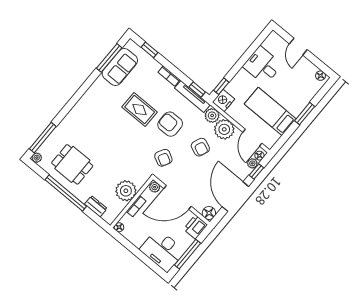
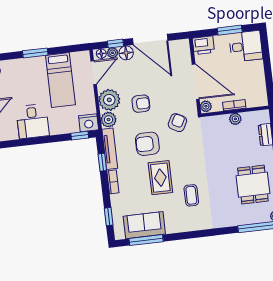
window: (197, 89) -> (102, 162), moved
coffee table: (107, 117) -> (191, 195), added
armchair: (170, 124) -> (147, 144), turned 90
armchair: (200, 147) -> (141, 104), turned 67
plant: (126, 191) -> (235, 119), width x0.53, depth x0.53
door: (235, 197) -> (150, 39), hinge flipped
floor lamp: (209, 213) -> (126, 53), moved
floor lamp: (119, 227) -> (263, 101), removed
desk: (162, 250) -> (246, 46), width x0.73
window: (187, 254) -> (230, 30), width x0.69

